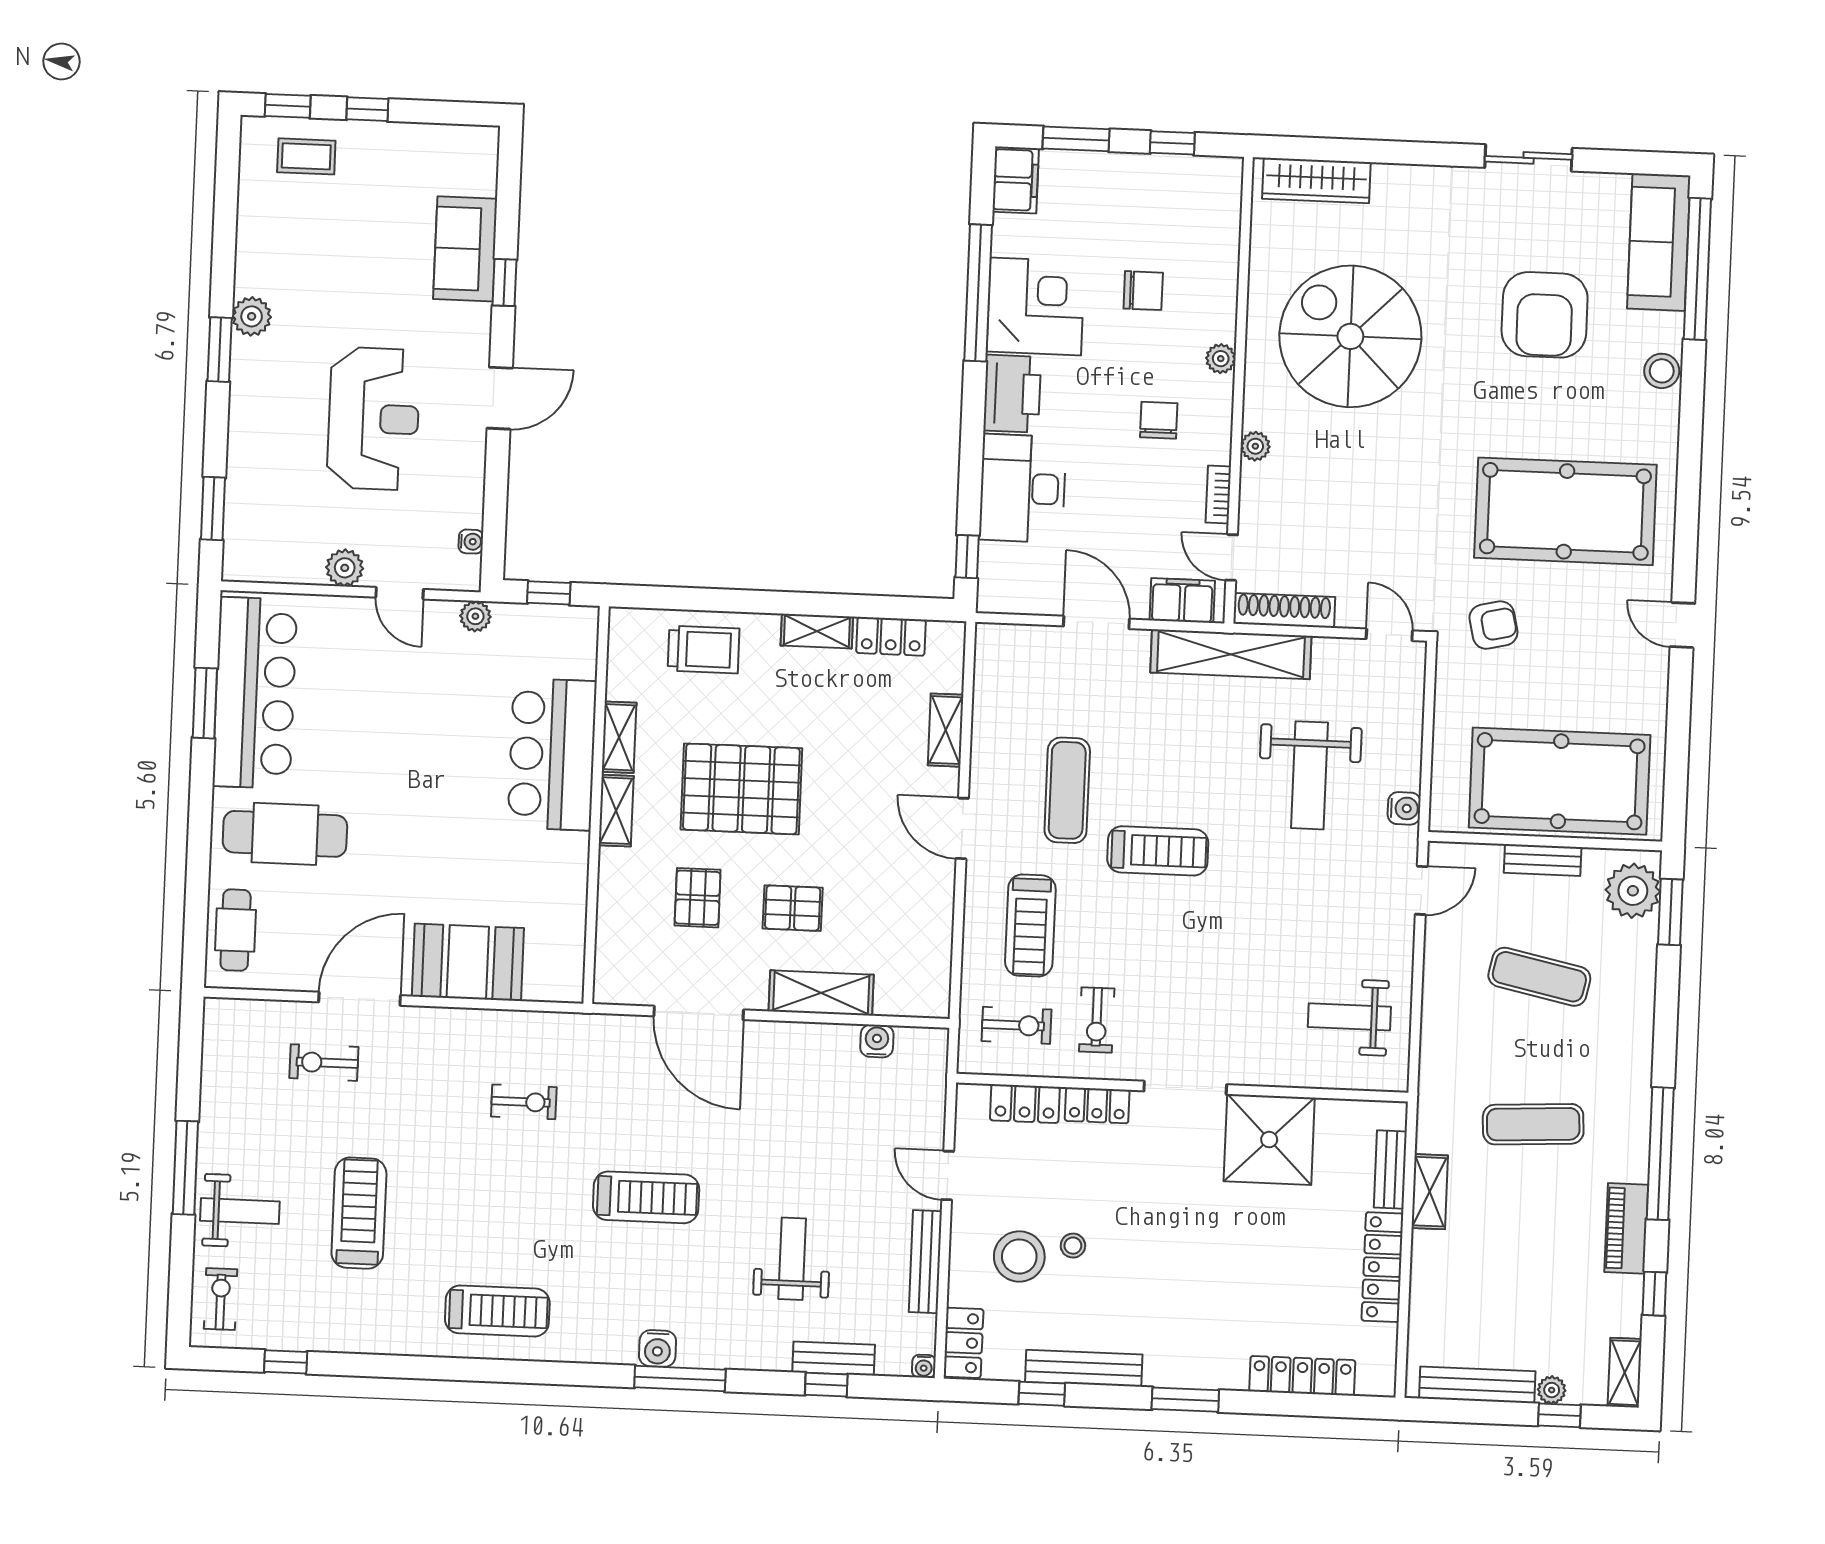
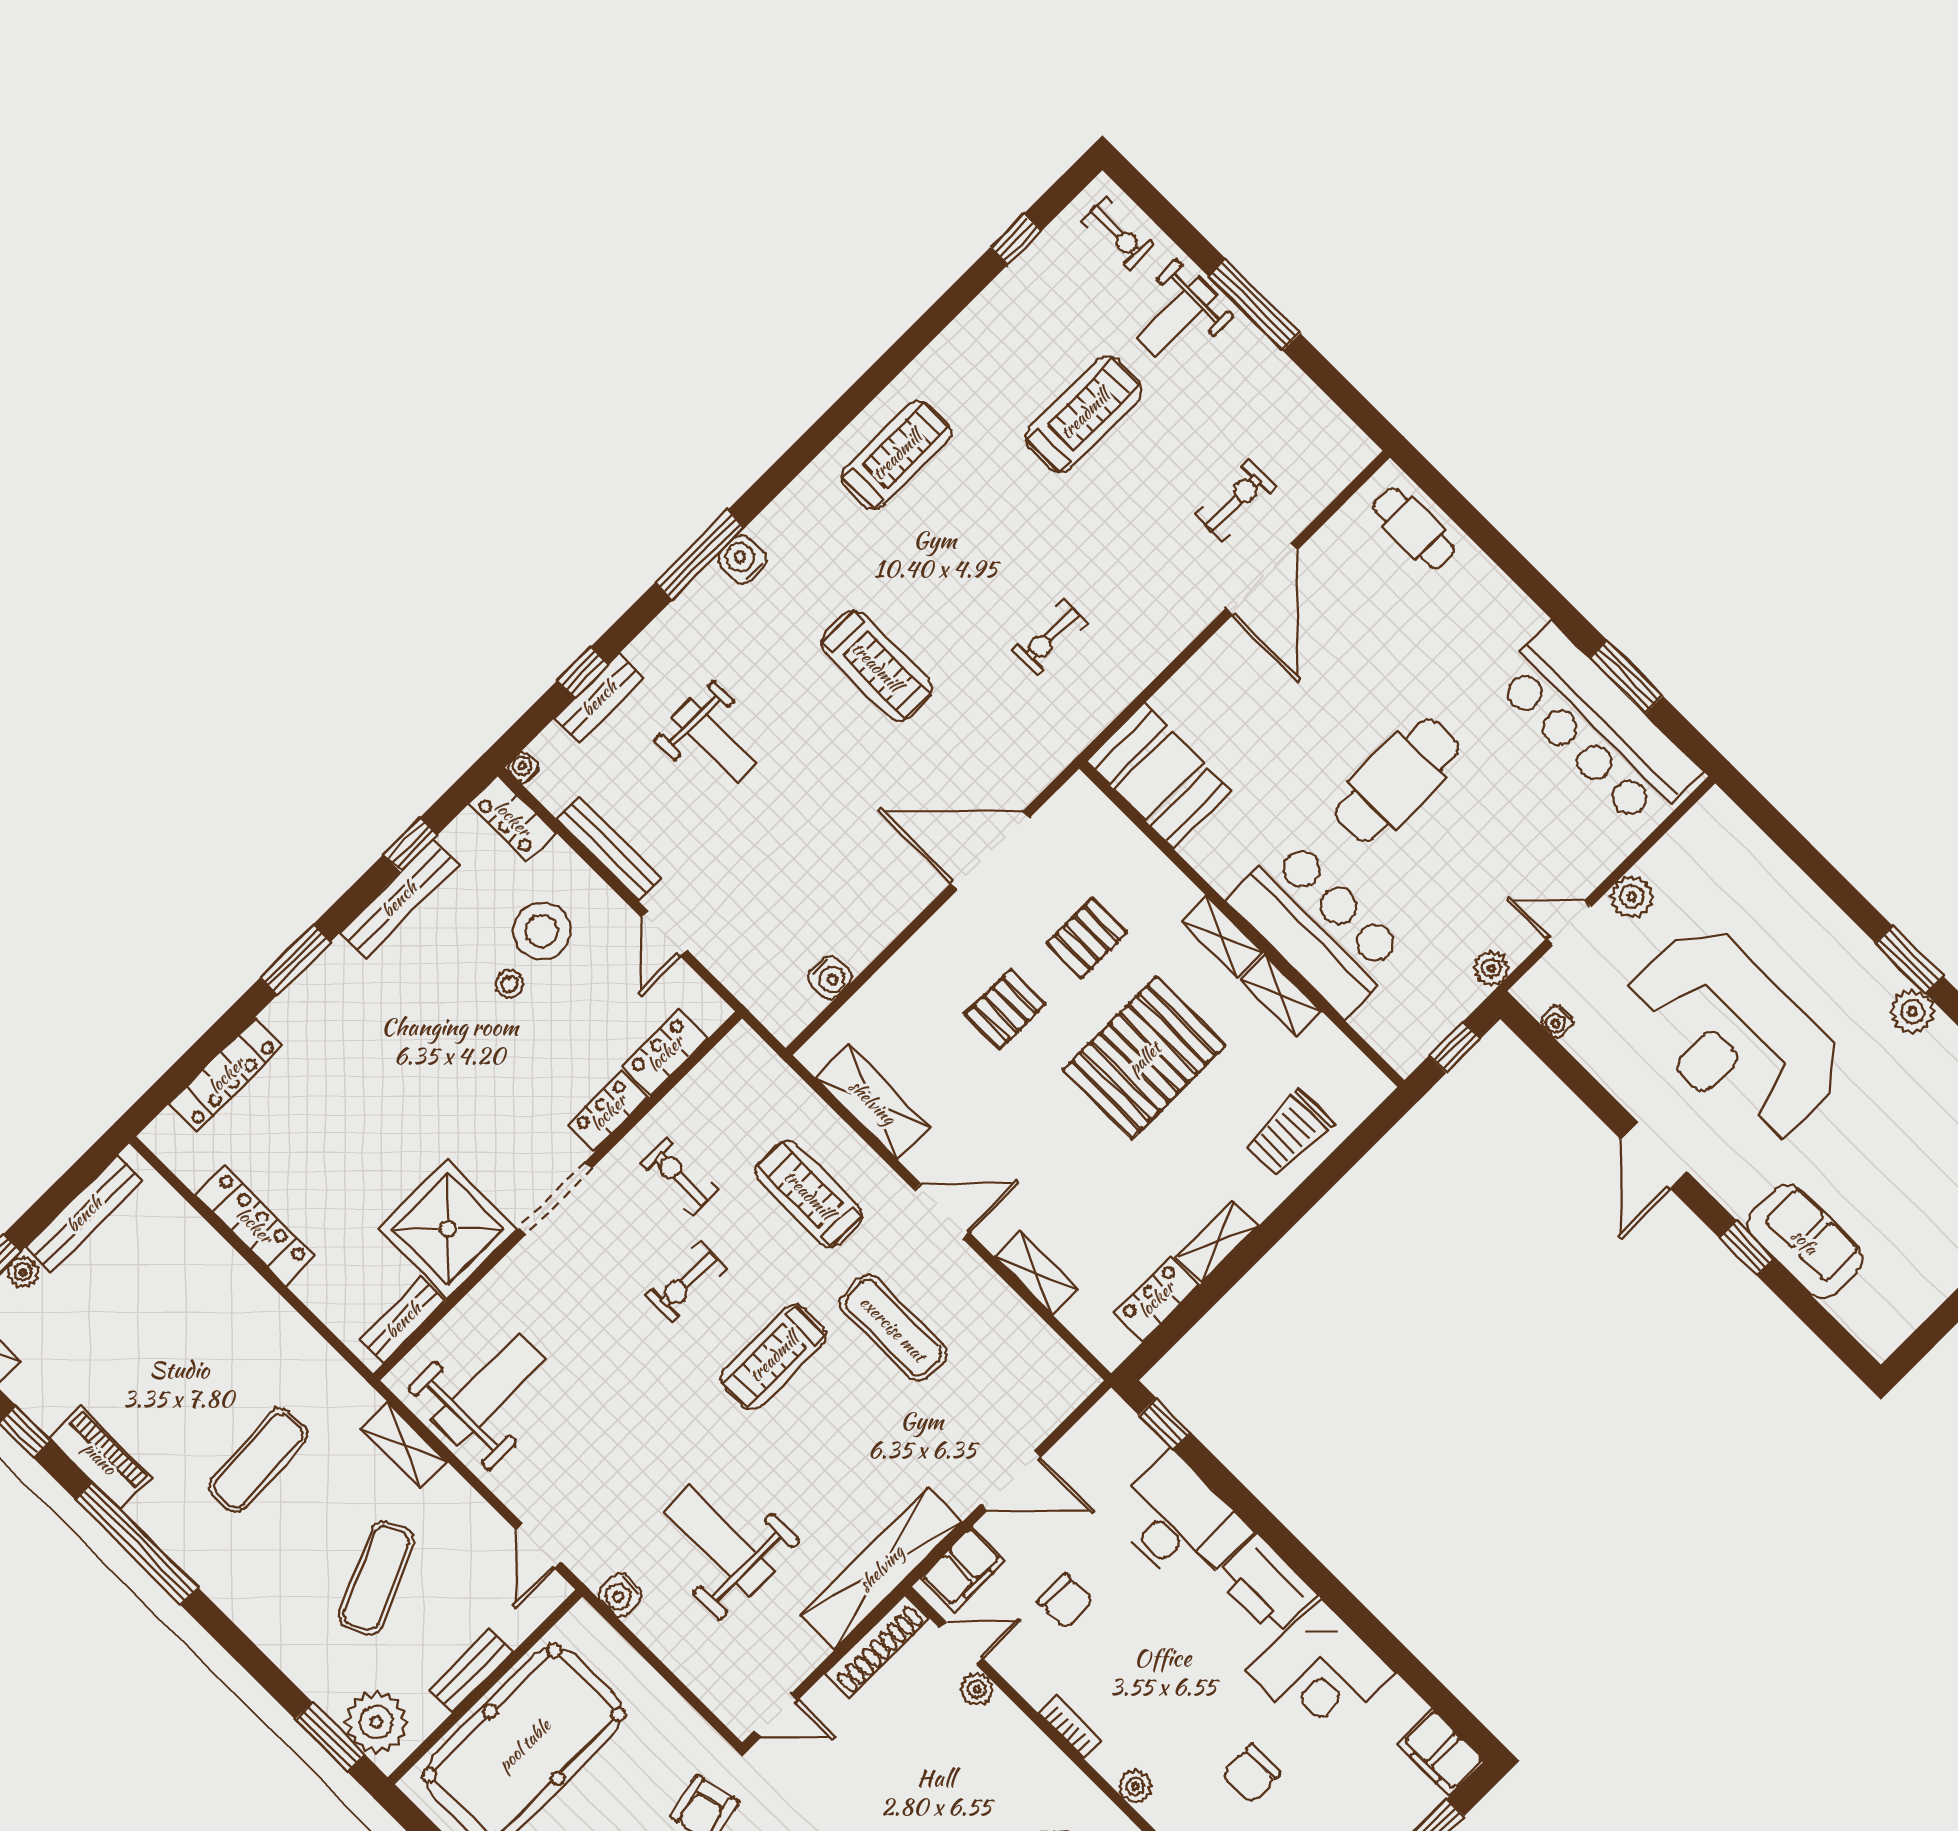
window: (978, 293) -> (1376, 1635), removed
reception desk: (374, 419) -> (1734, 1035), width x1.36, depth x1.30
chair: (1159, 420) -> (1065, 1601), moved
plant: (1255, 446) -> (977, 1689), moved
bookcase: (1218, 495) -> (1070, 1726), moved
window: (213, 509) -> (1782, 832), removed
cafe table: (285, 834) -> (1397, 780), moved
pallet: (698, 898) -> (1087, 938), turned 90
booth: (468, 962) -> (1159, 776), moved, turned 90
exercise mat: (1539, 977) -> (376, 1578), turned -36
shelving: (821, 993) -> (873, 1102), moved, turned 90
weight bench: (1349, 1017) -> (488, 1389), width x1.36, depth x1.33
exercise bike: (1016, 1025) -> (686, 1282), moved
bench: (1390, 1170) -> (403, 1320), moved, turned 90
door: (948, 1175) -> (664, 933), swing flipped
shelving: (1430, 1192) -> (404, 1445), moved
treadmill: (646, 1197) -> (877, 666), turned -90
treadmill: (359, 1213) -> (1084, 414), turned -90
treadmill: (497, 1311) -> (896, 455), turned 180

